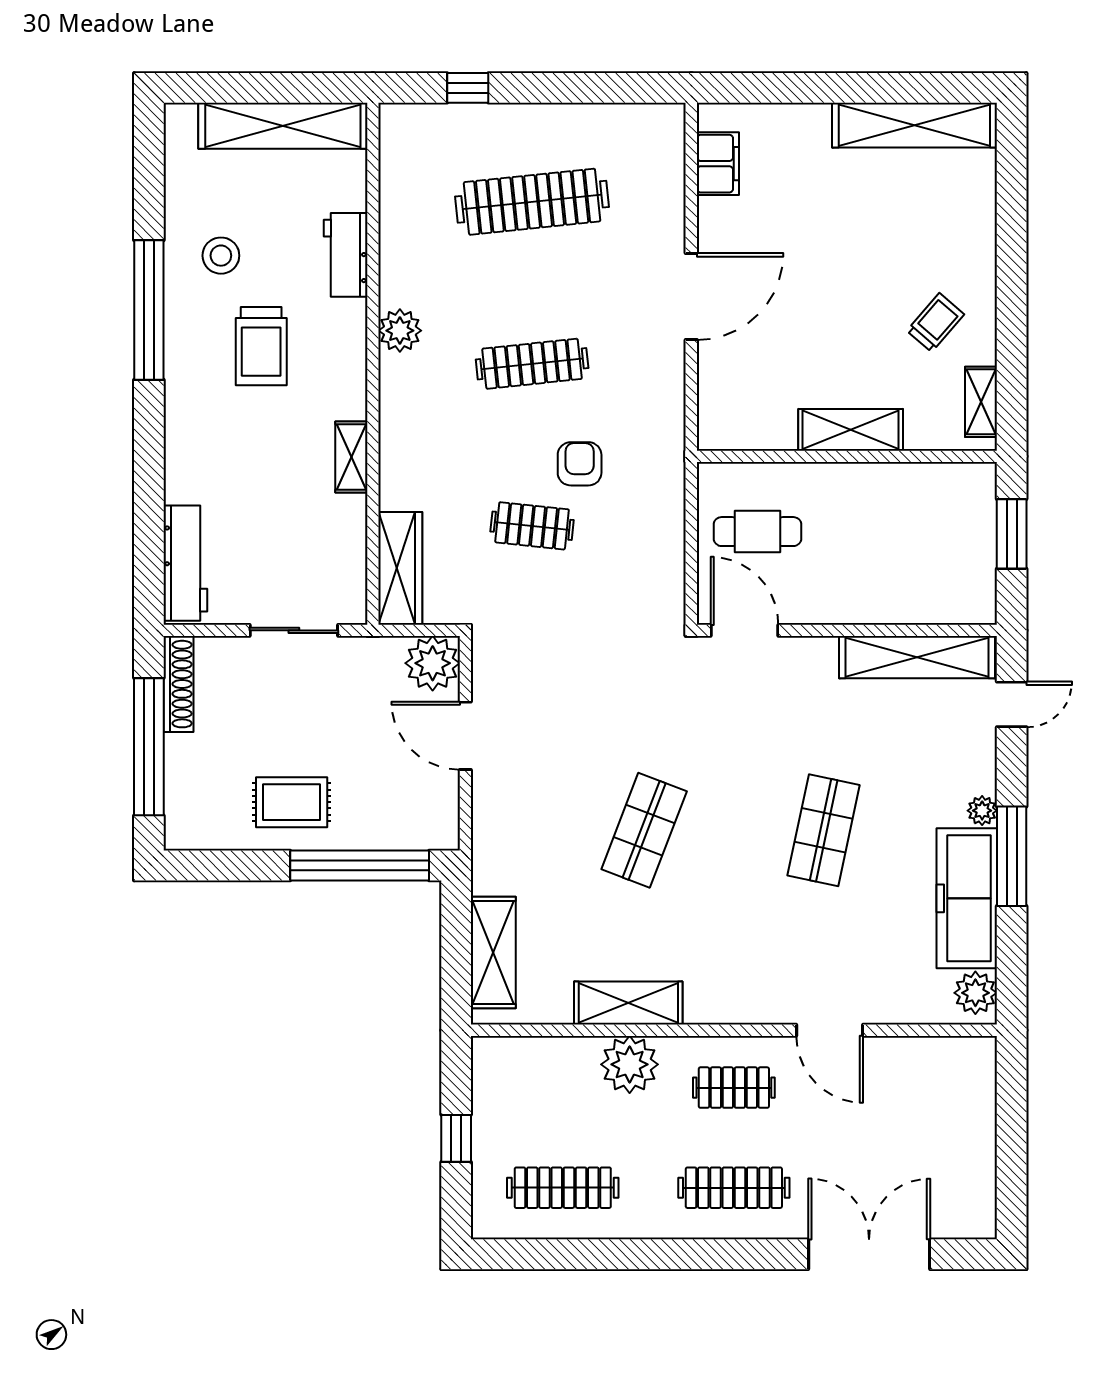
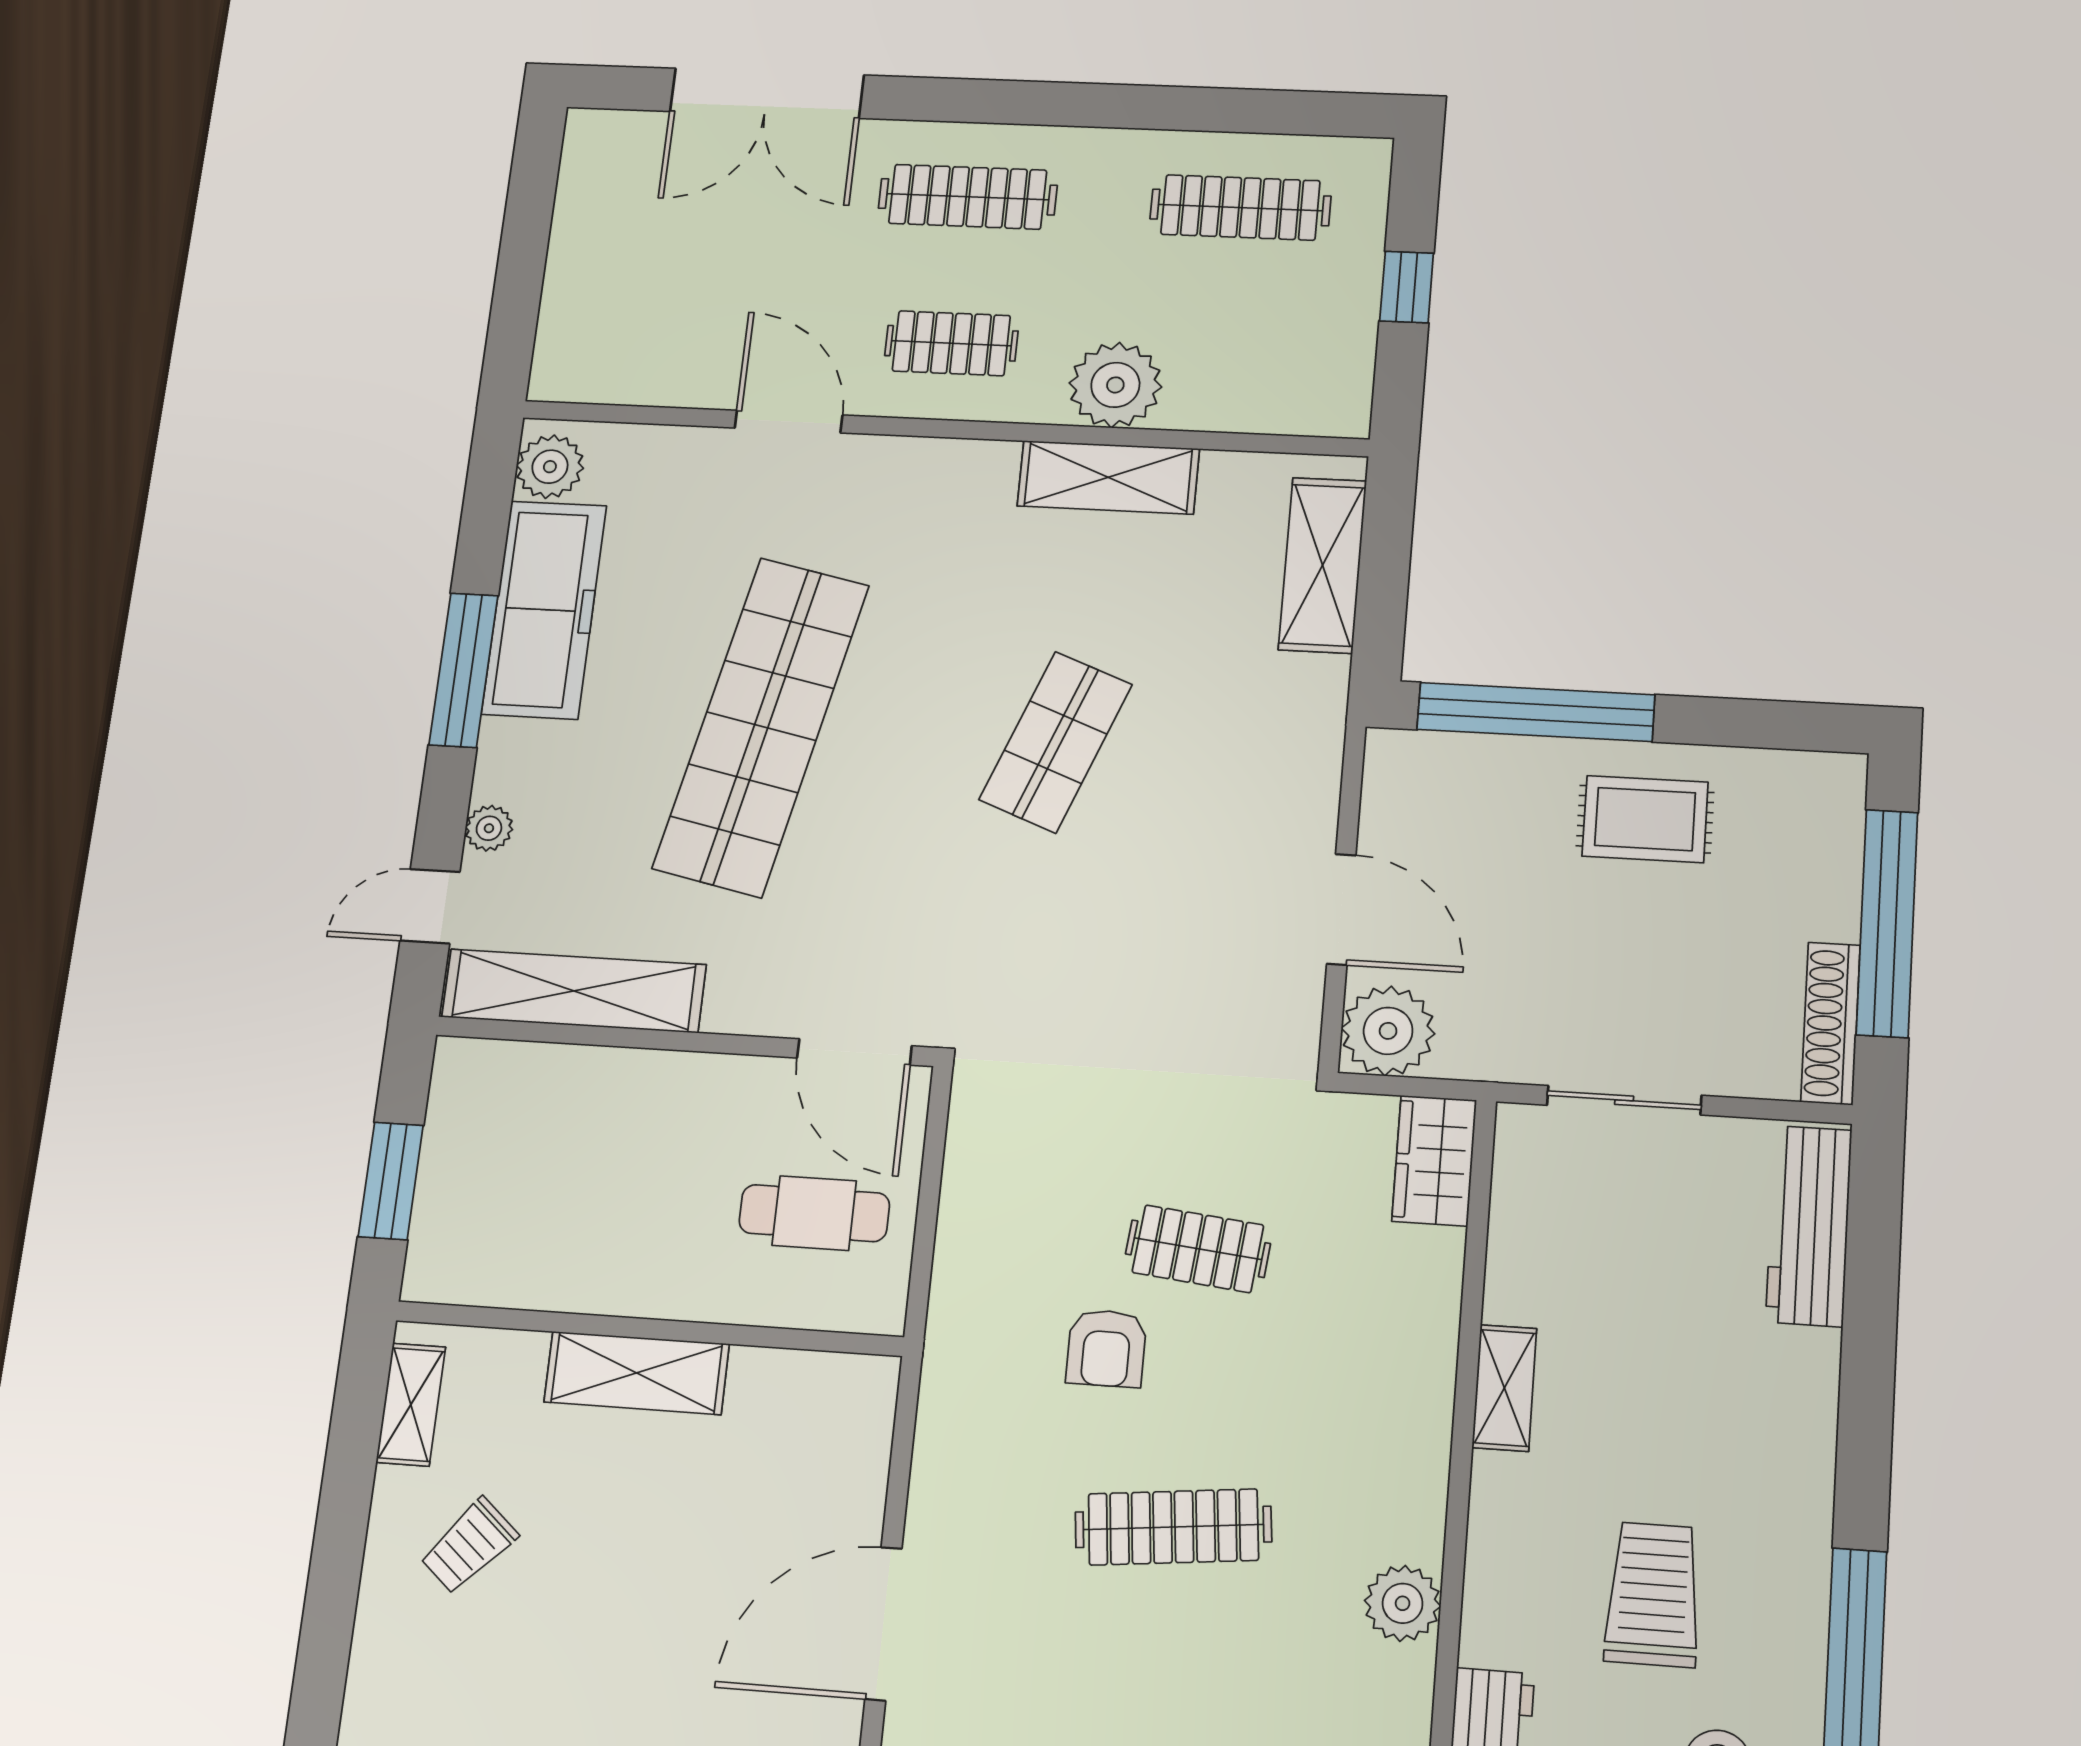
wardrobe: (400, 568) -> (1434, 1161), width x0.67
plant: (982, 811) -> (489, 828), moved
shop shelf: (824, 830) -> (761, 726), width x2.00, depth x1.36

